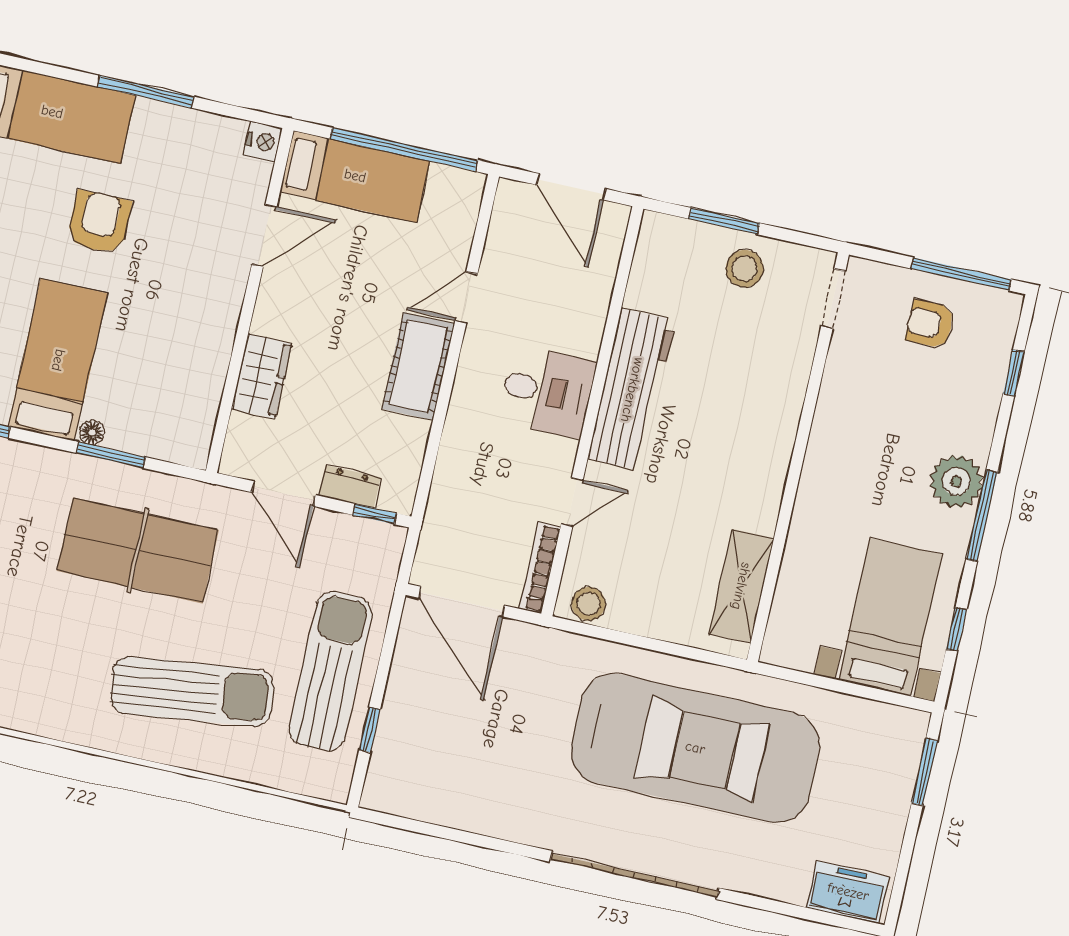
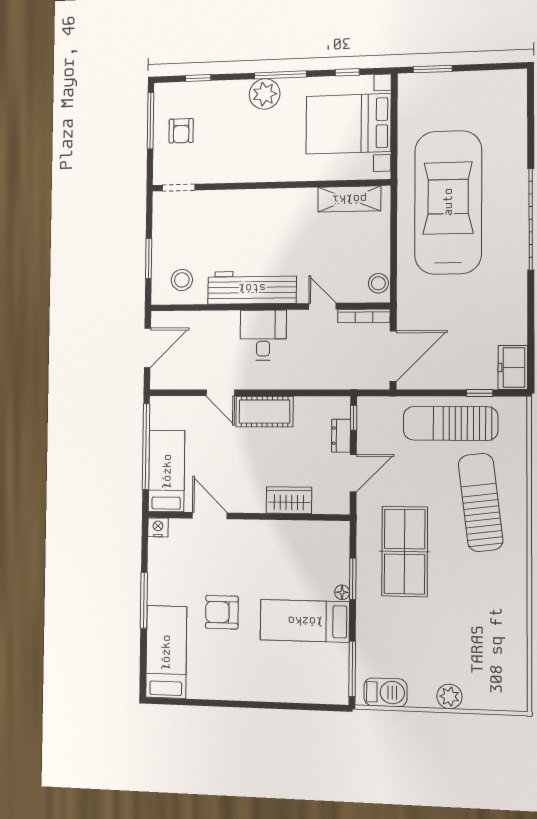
stool: (745, 269) -> (182, 280), moved
bed with nightstands: (890, 617) -> (348, 124), width x1.36
freezer: (848, 892) -> (513, 368), moved

